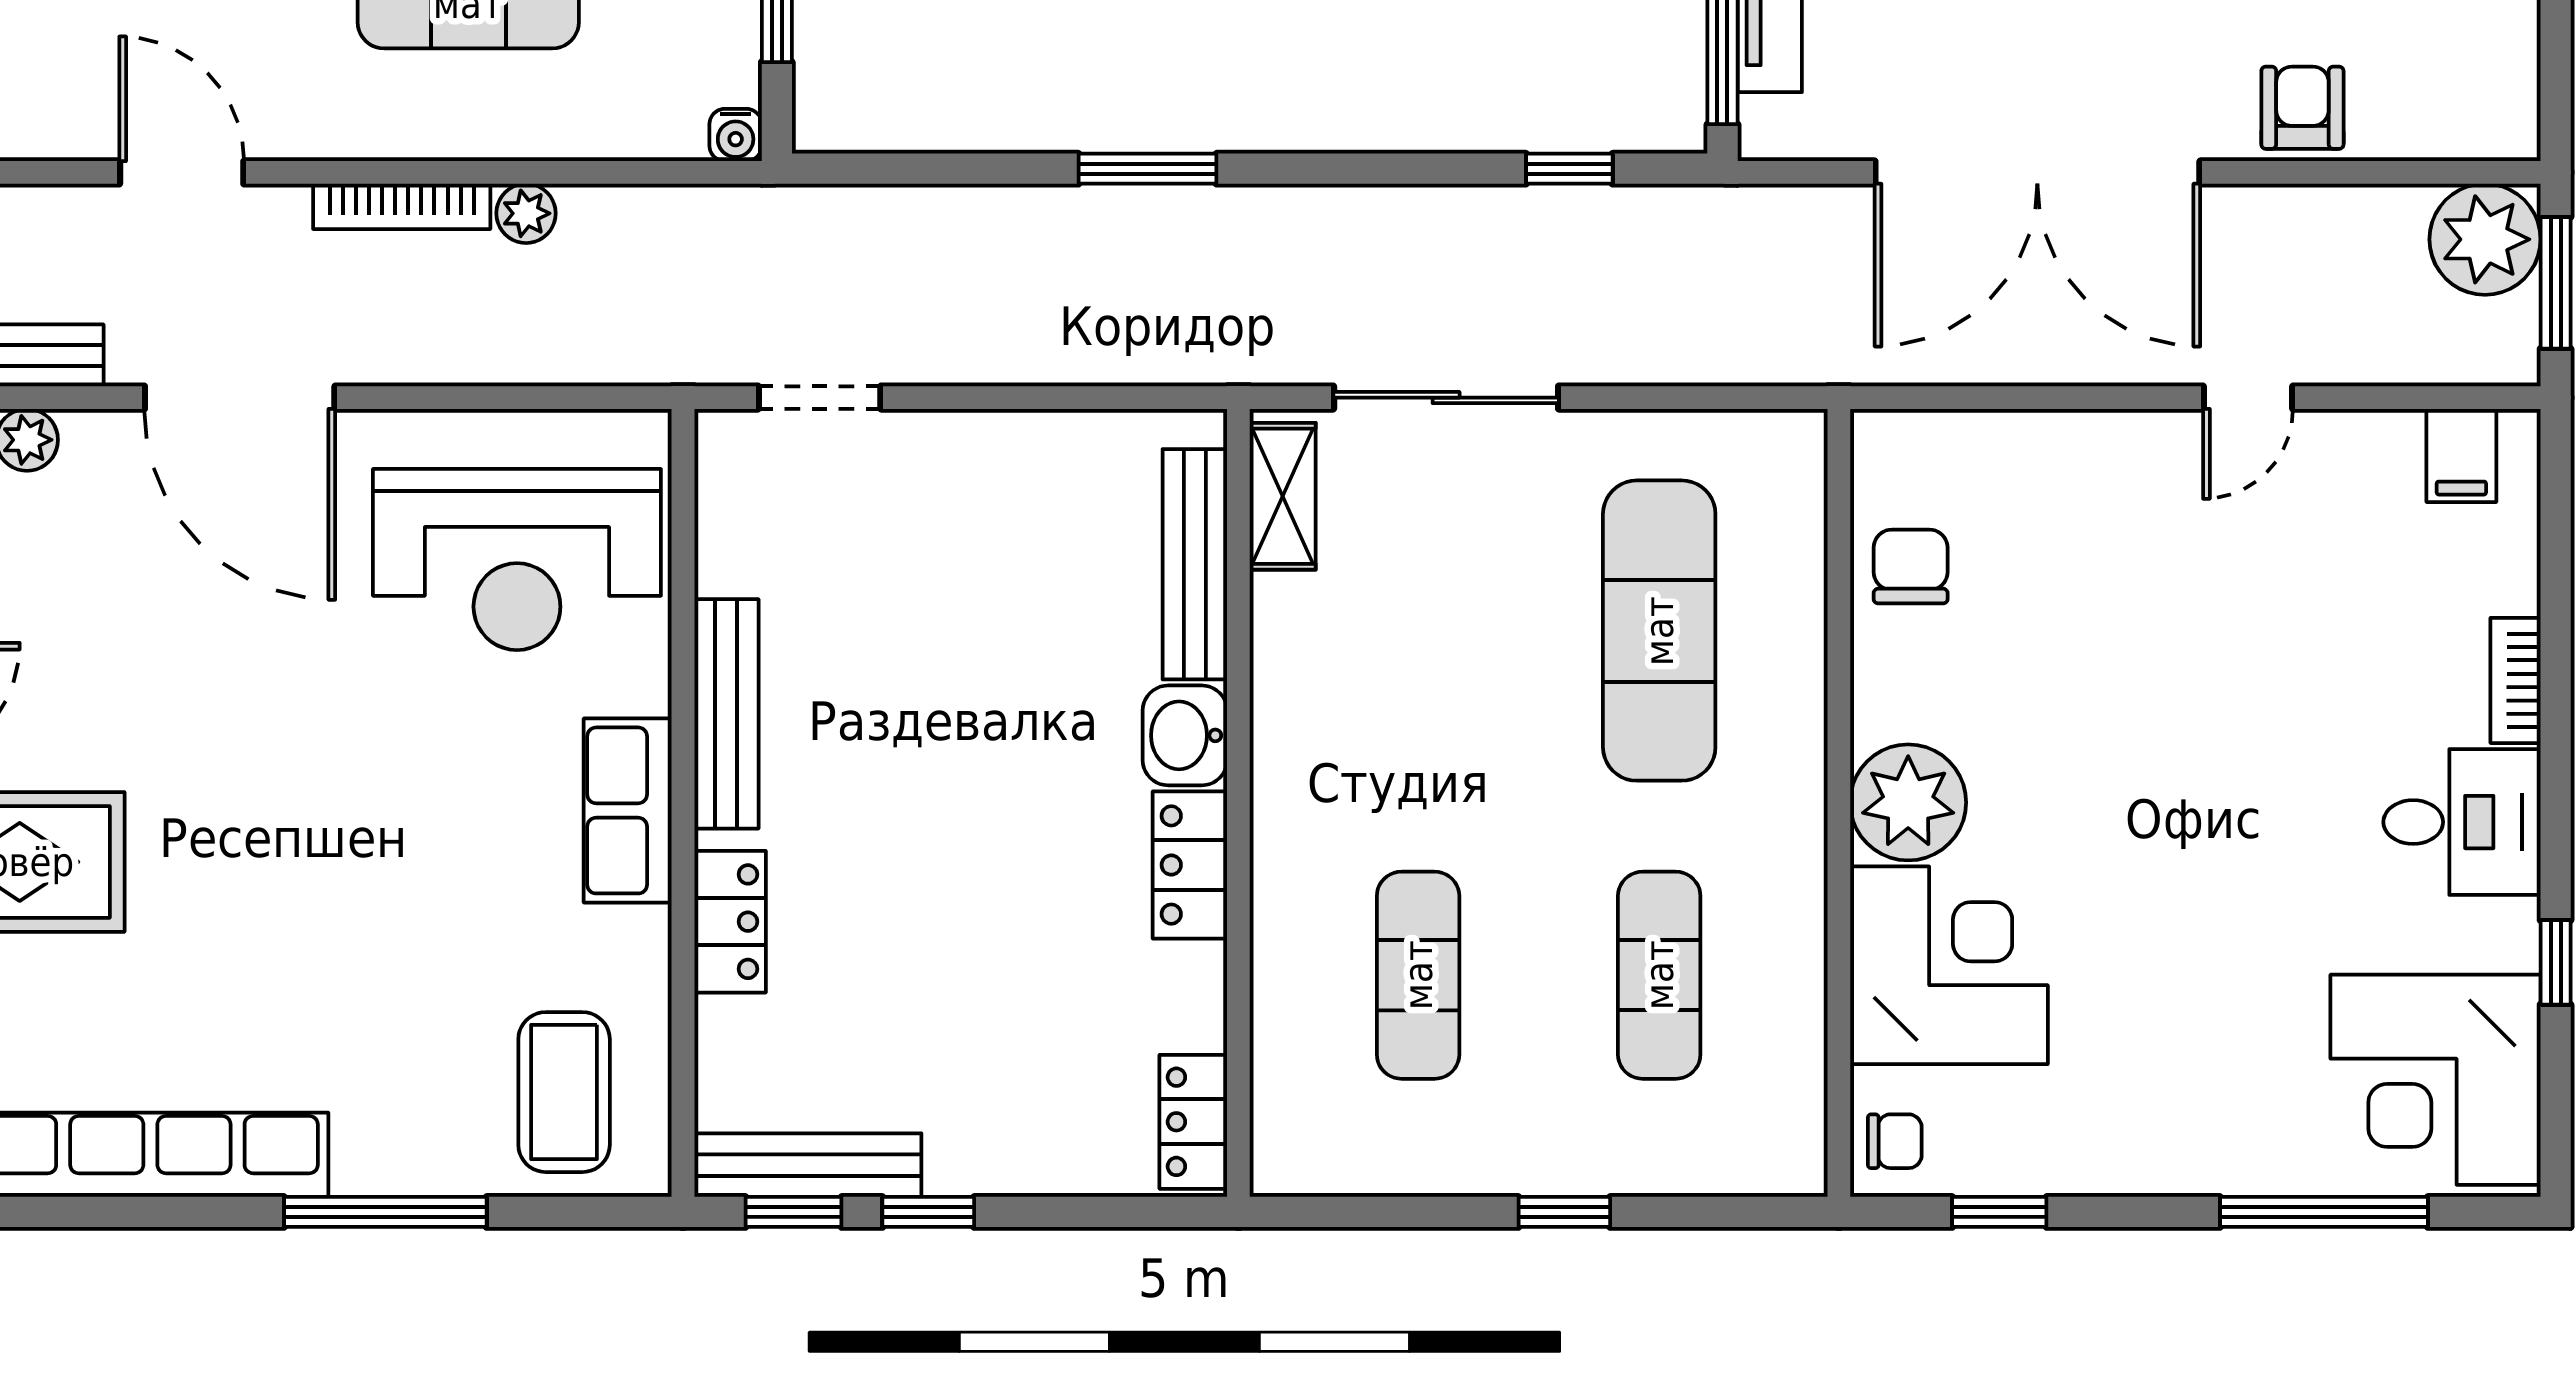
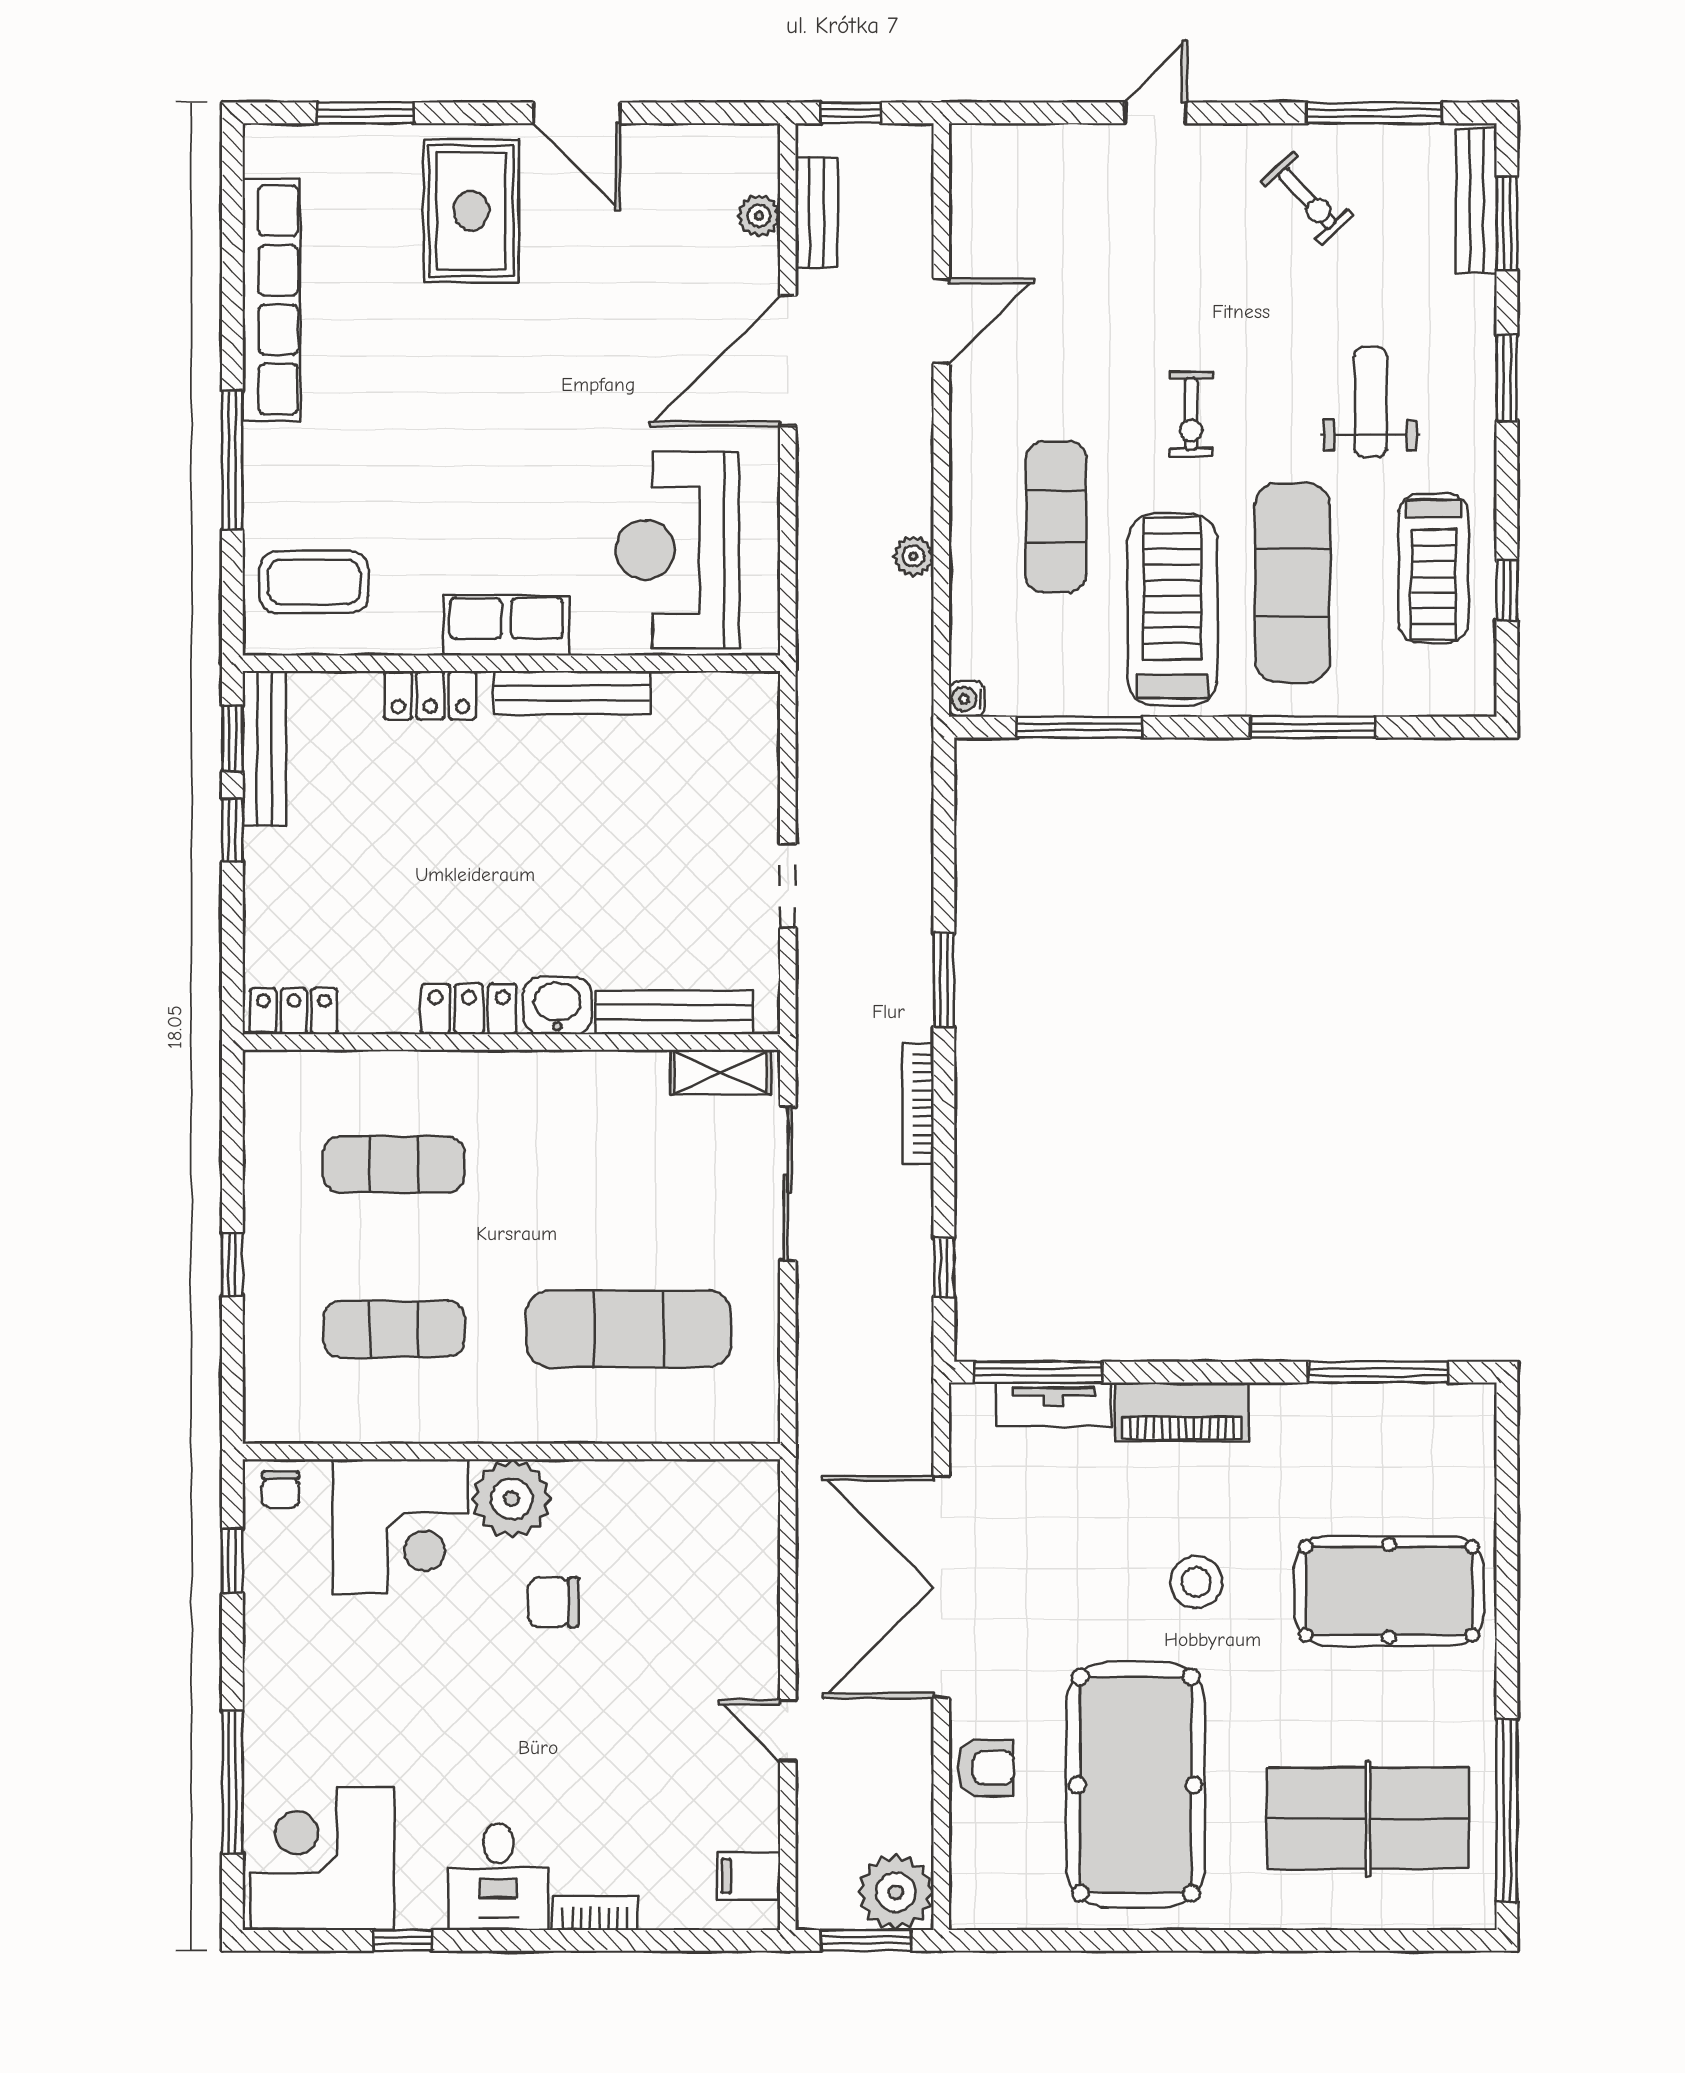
bookcase: (402, 206) -> (918, 1104), moved
doorway: (820, 398) -> (788, 886), moved
chair: (1911, 567) -> (553, 1602), moved, turned 180

